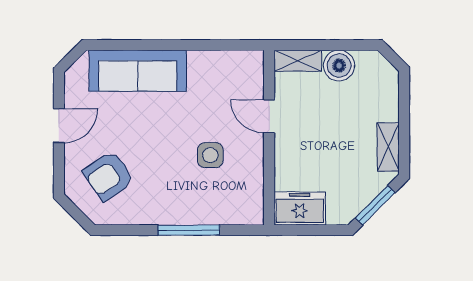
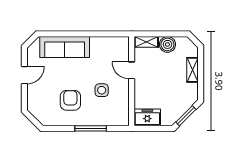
shelving: (388, 147) -> (193, 70), moved
armchair: (108, 176) -> (70, 100), moved, turned 124

